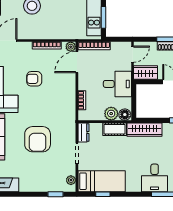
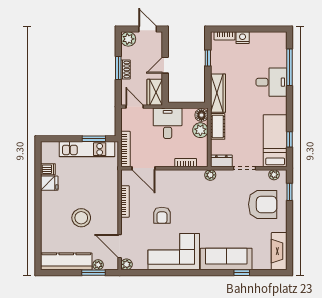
plant: (71, 47) -> (210, 175), moved
armchair: (38, 139) -> (263, 204), moved

